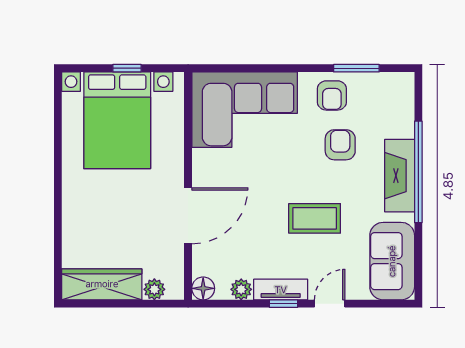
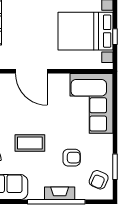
armchair: (332, 95) -> (99, 180), moved, turned -67
fireplace: (400, 176) -> (60, 193), width x0.73, depth x0.76
coffee table: (315, 218) -> (30, 143), turned 90

